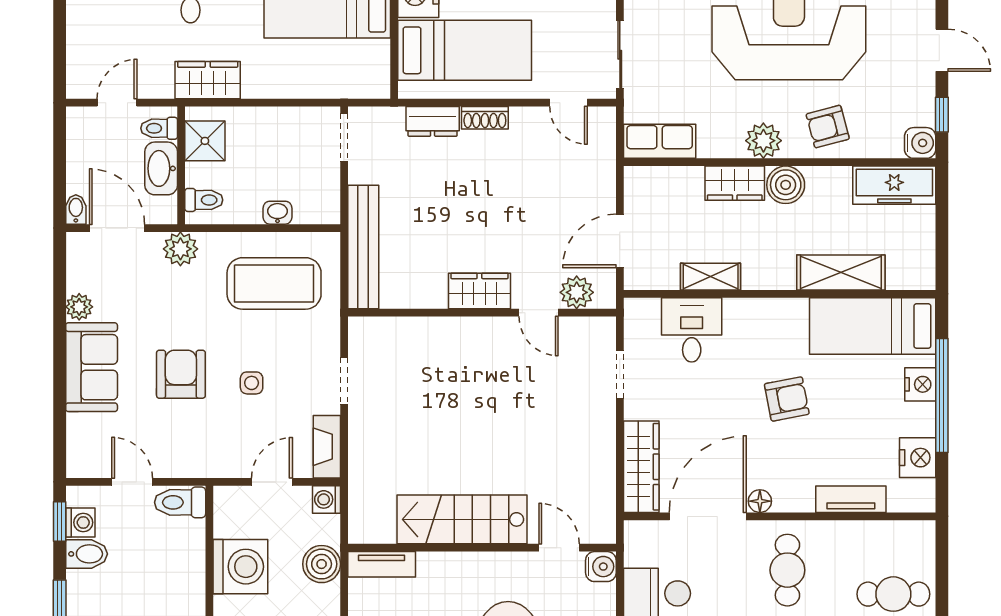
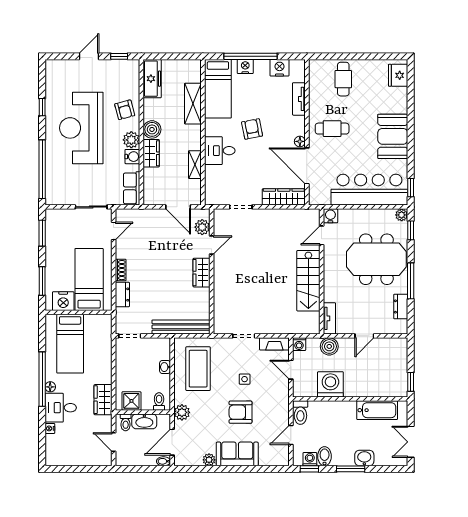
water cooler: (920, 143) -> (132, 157), moved, turned 90
desk: (692, 330) -> (220, 151), moved

